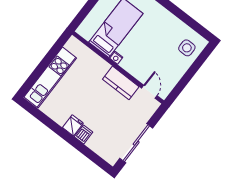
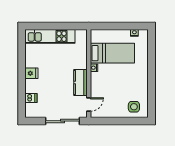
dishwasher: (84, 134) -> (31, 98), moved
sliding door: (136, 143) -> (63, 121), moved

